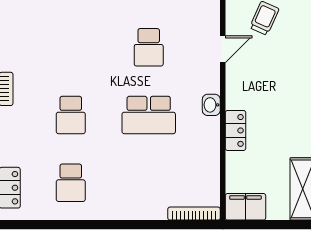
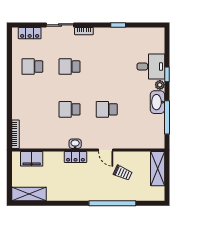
school desk: (149, 115) -> (70, 109), width x0.54
locker: (235, 130) -> (75, 157), moved
filing cabinet: (245, 207) -> (32, 159), moved, turned 90

